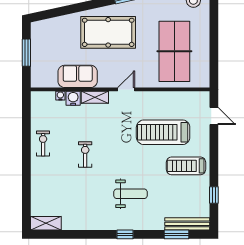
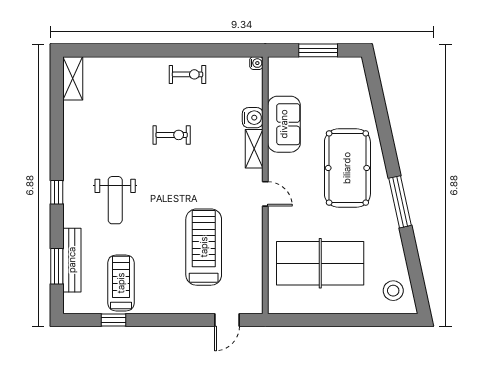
water cooler: (60, 96) -> (256, 63), moved
treadmill: (186, 166) -> (121, 283), moved
bench: (187, 224) -> (72, 260), moved

